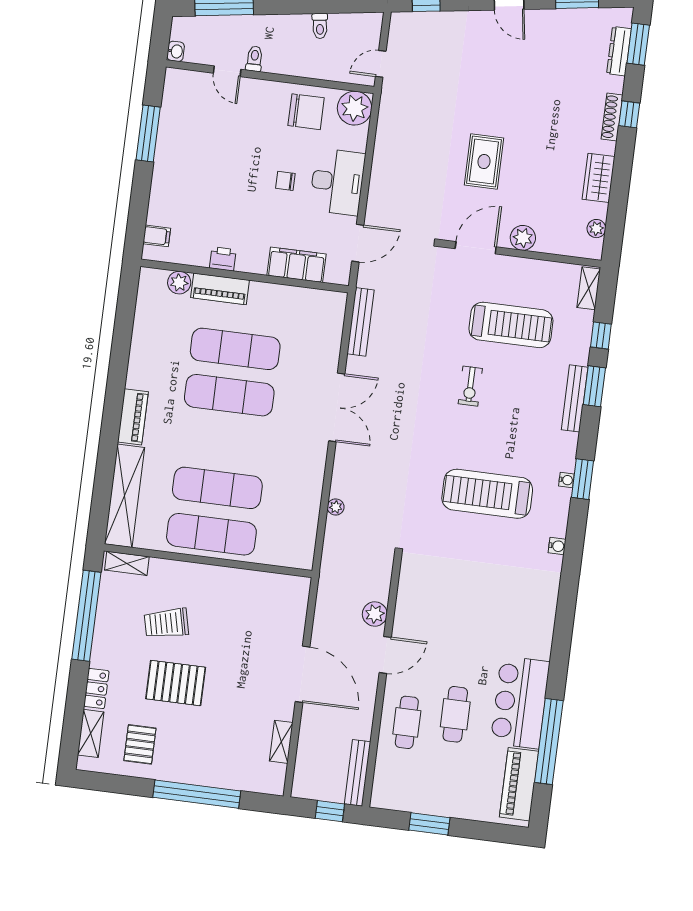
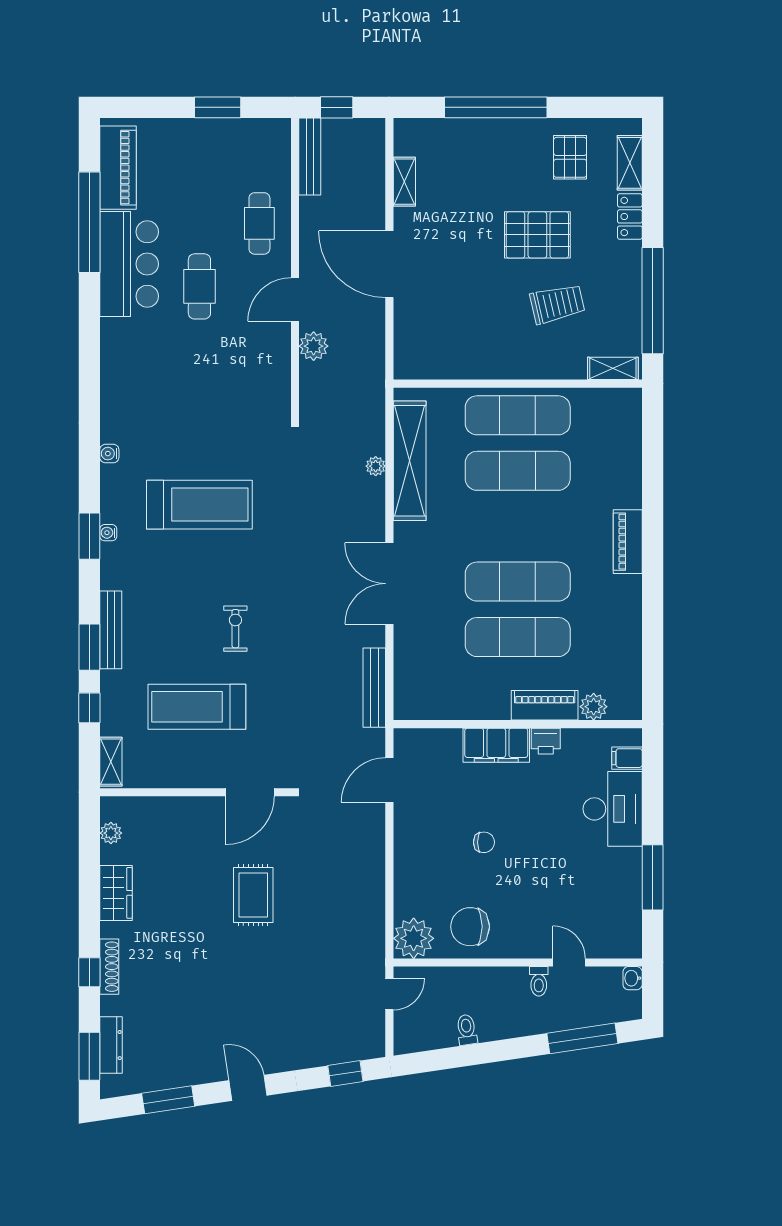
desk: (337, 182) -> (613, 809), moved, turned 180
plant: (523, 238) -> (196, 811), removed
filing cabinet: (297, 265) -> (496, 745), moved
shelving: (125, 496) -> (410, 461), moved
cafe table: (455, 714) -> (199, 286), moved

